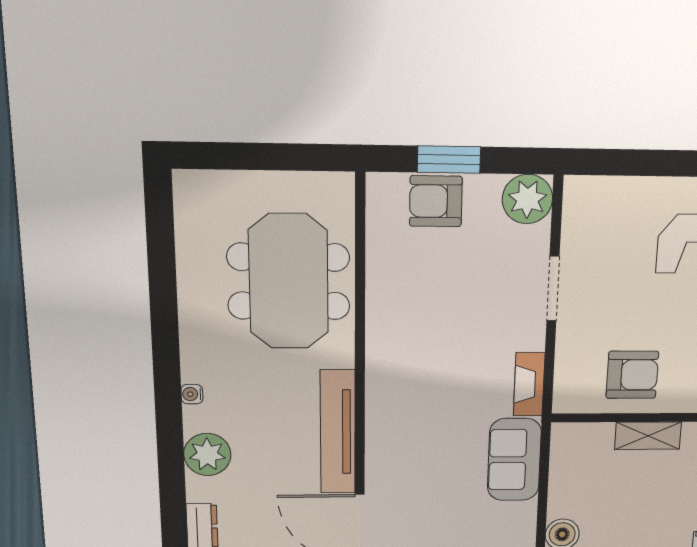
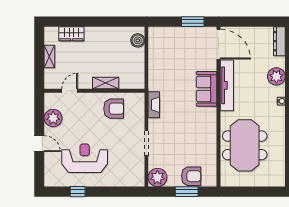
armchair: (632, 375) -> (114, 109), turned 180
sofa: (514, 460) -> (207, 89), moved, turned 180

